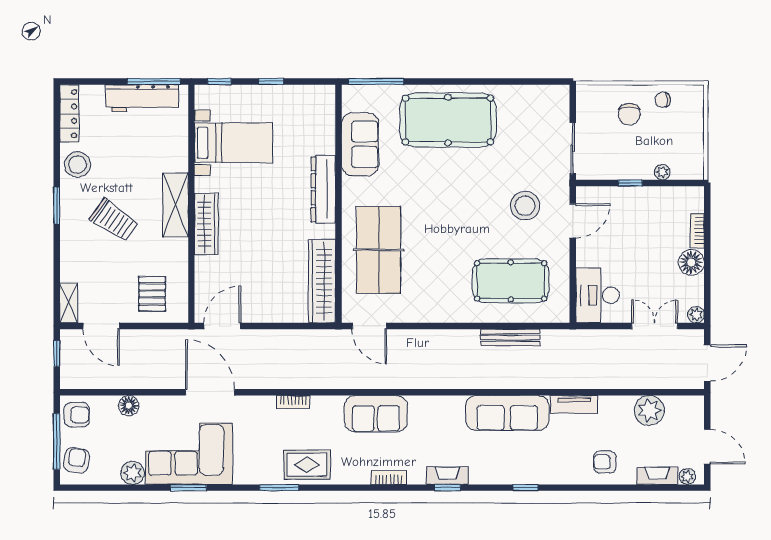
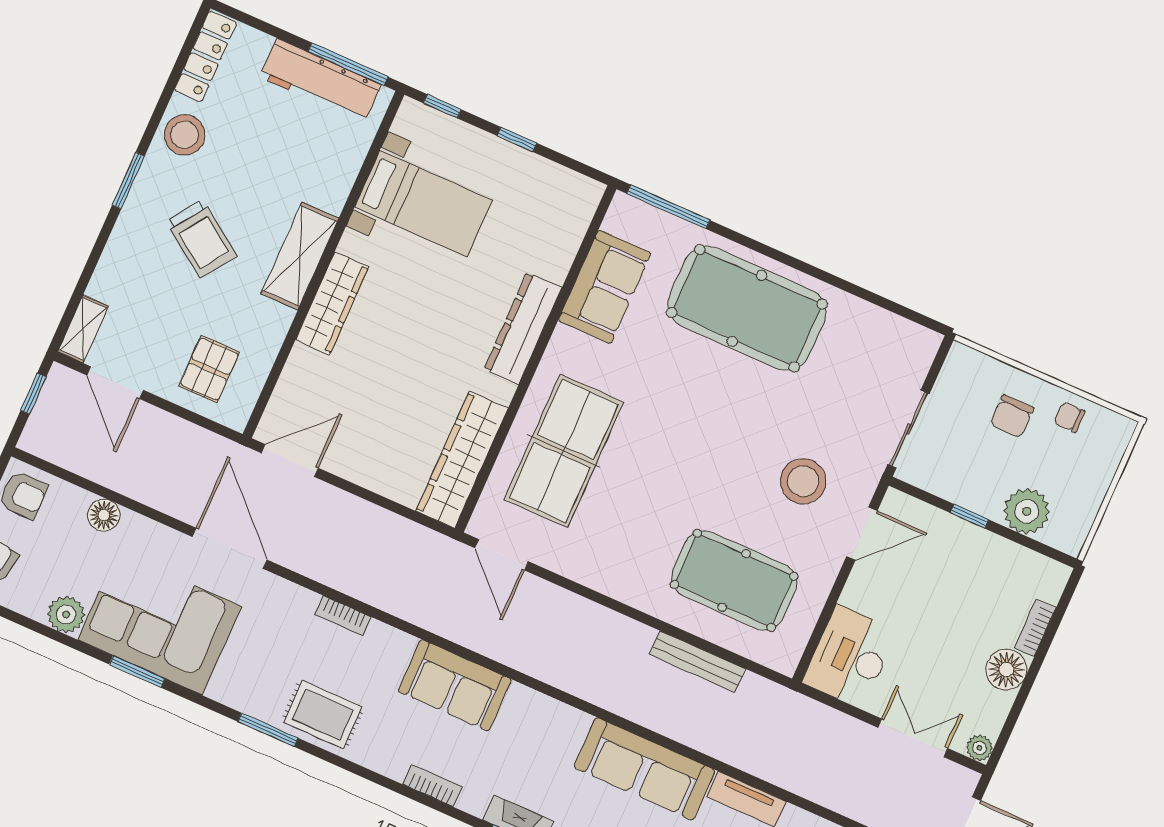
plant: (662, 172) -> (1027, 511), width x1.87, depth x1.87

